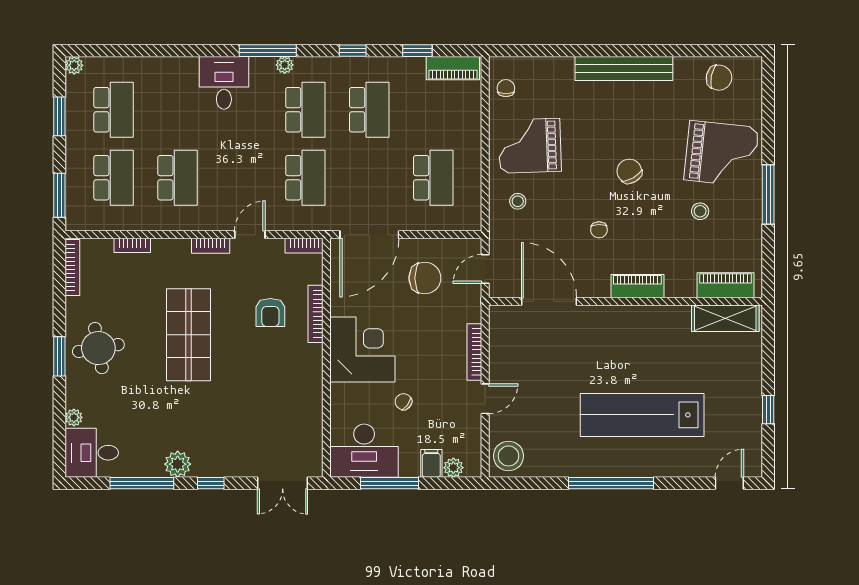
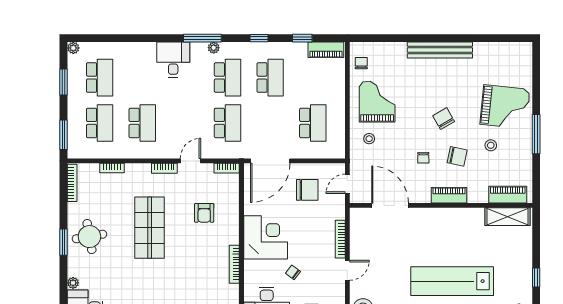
chair: (719, 78) -> (457, 156), moved
grand piano: (530, 146) -> (377, 102), turned 92
bookcase: (316, 314) -> (234, 264), moved

